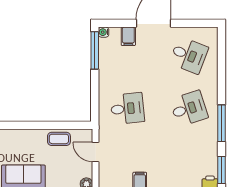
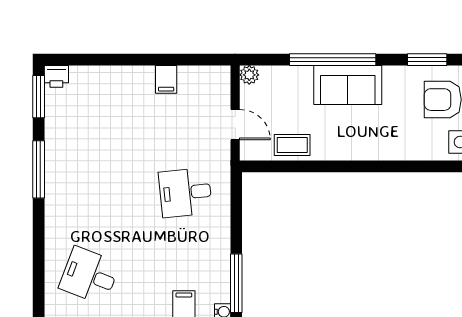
desk: (189, 109) -> (89, 193), removed

